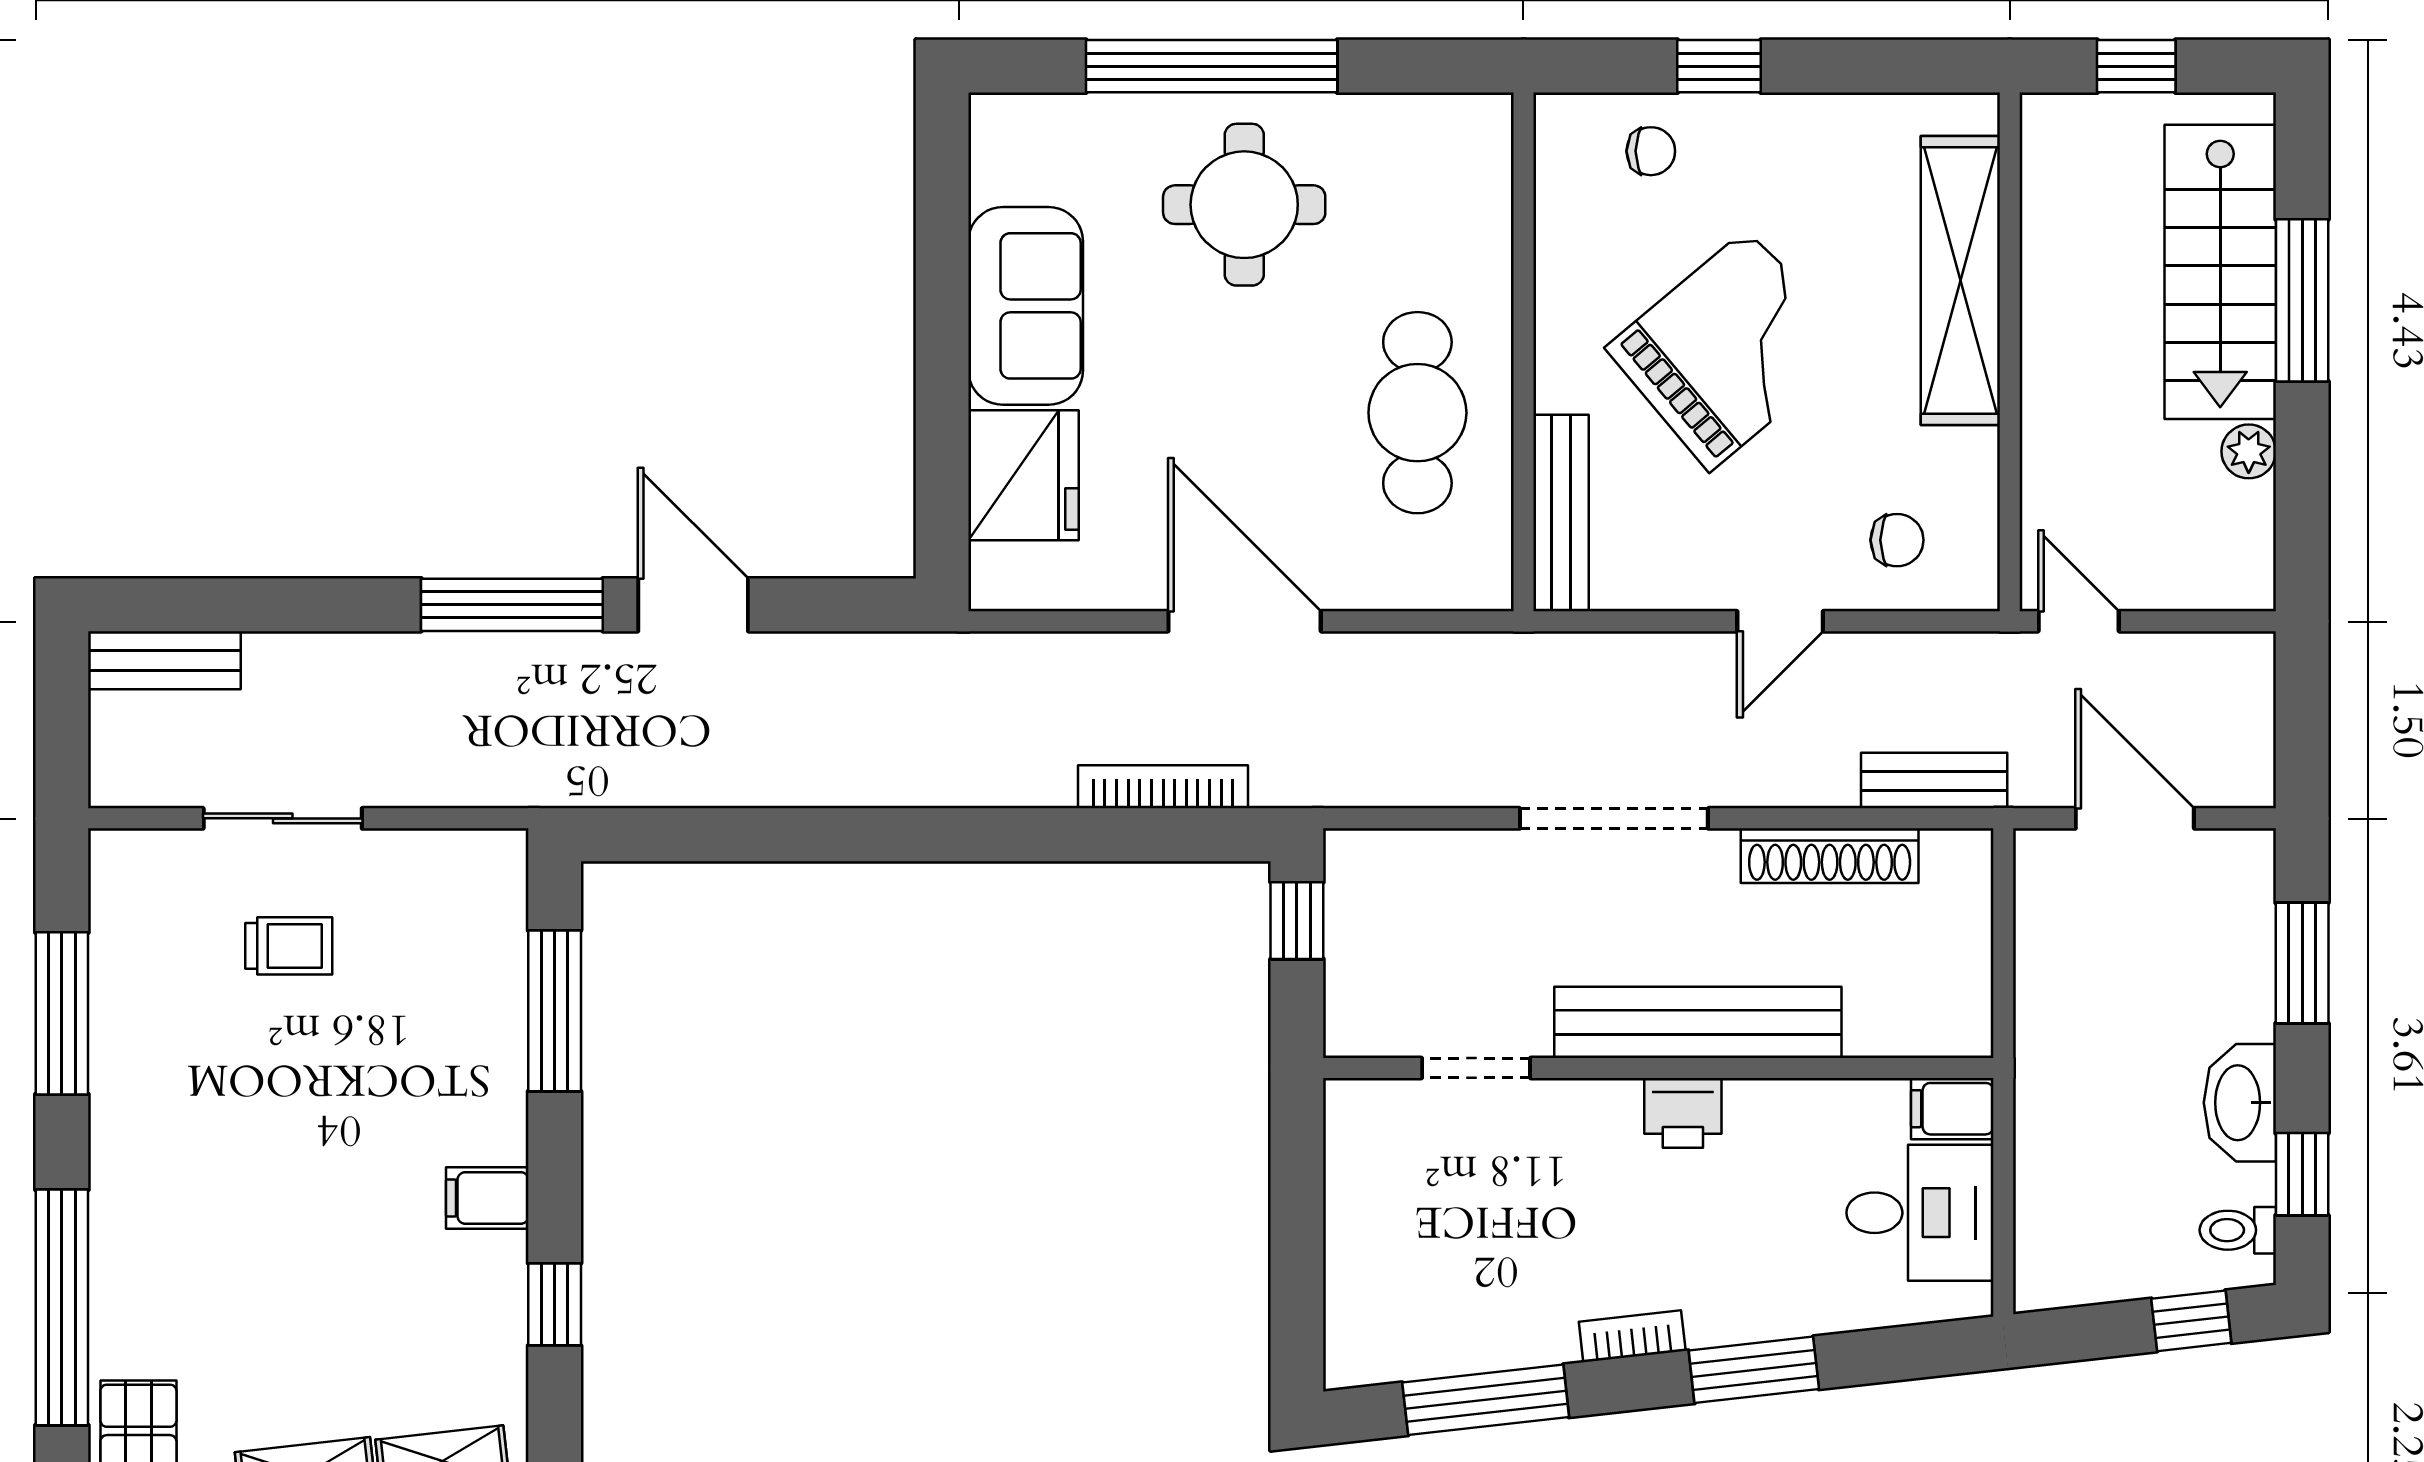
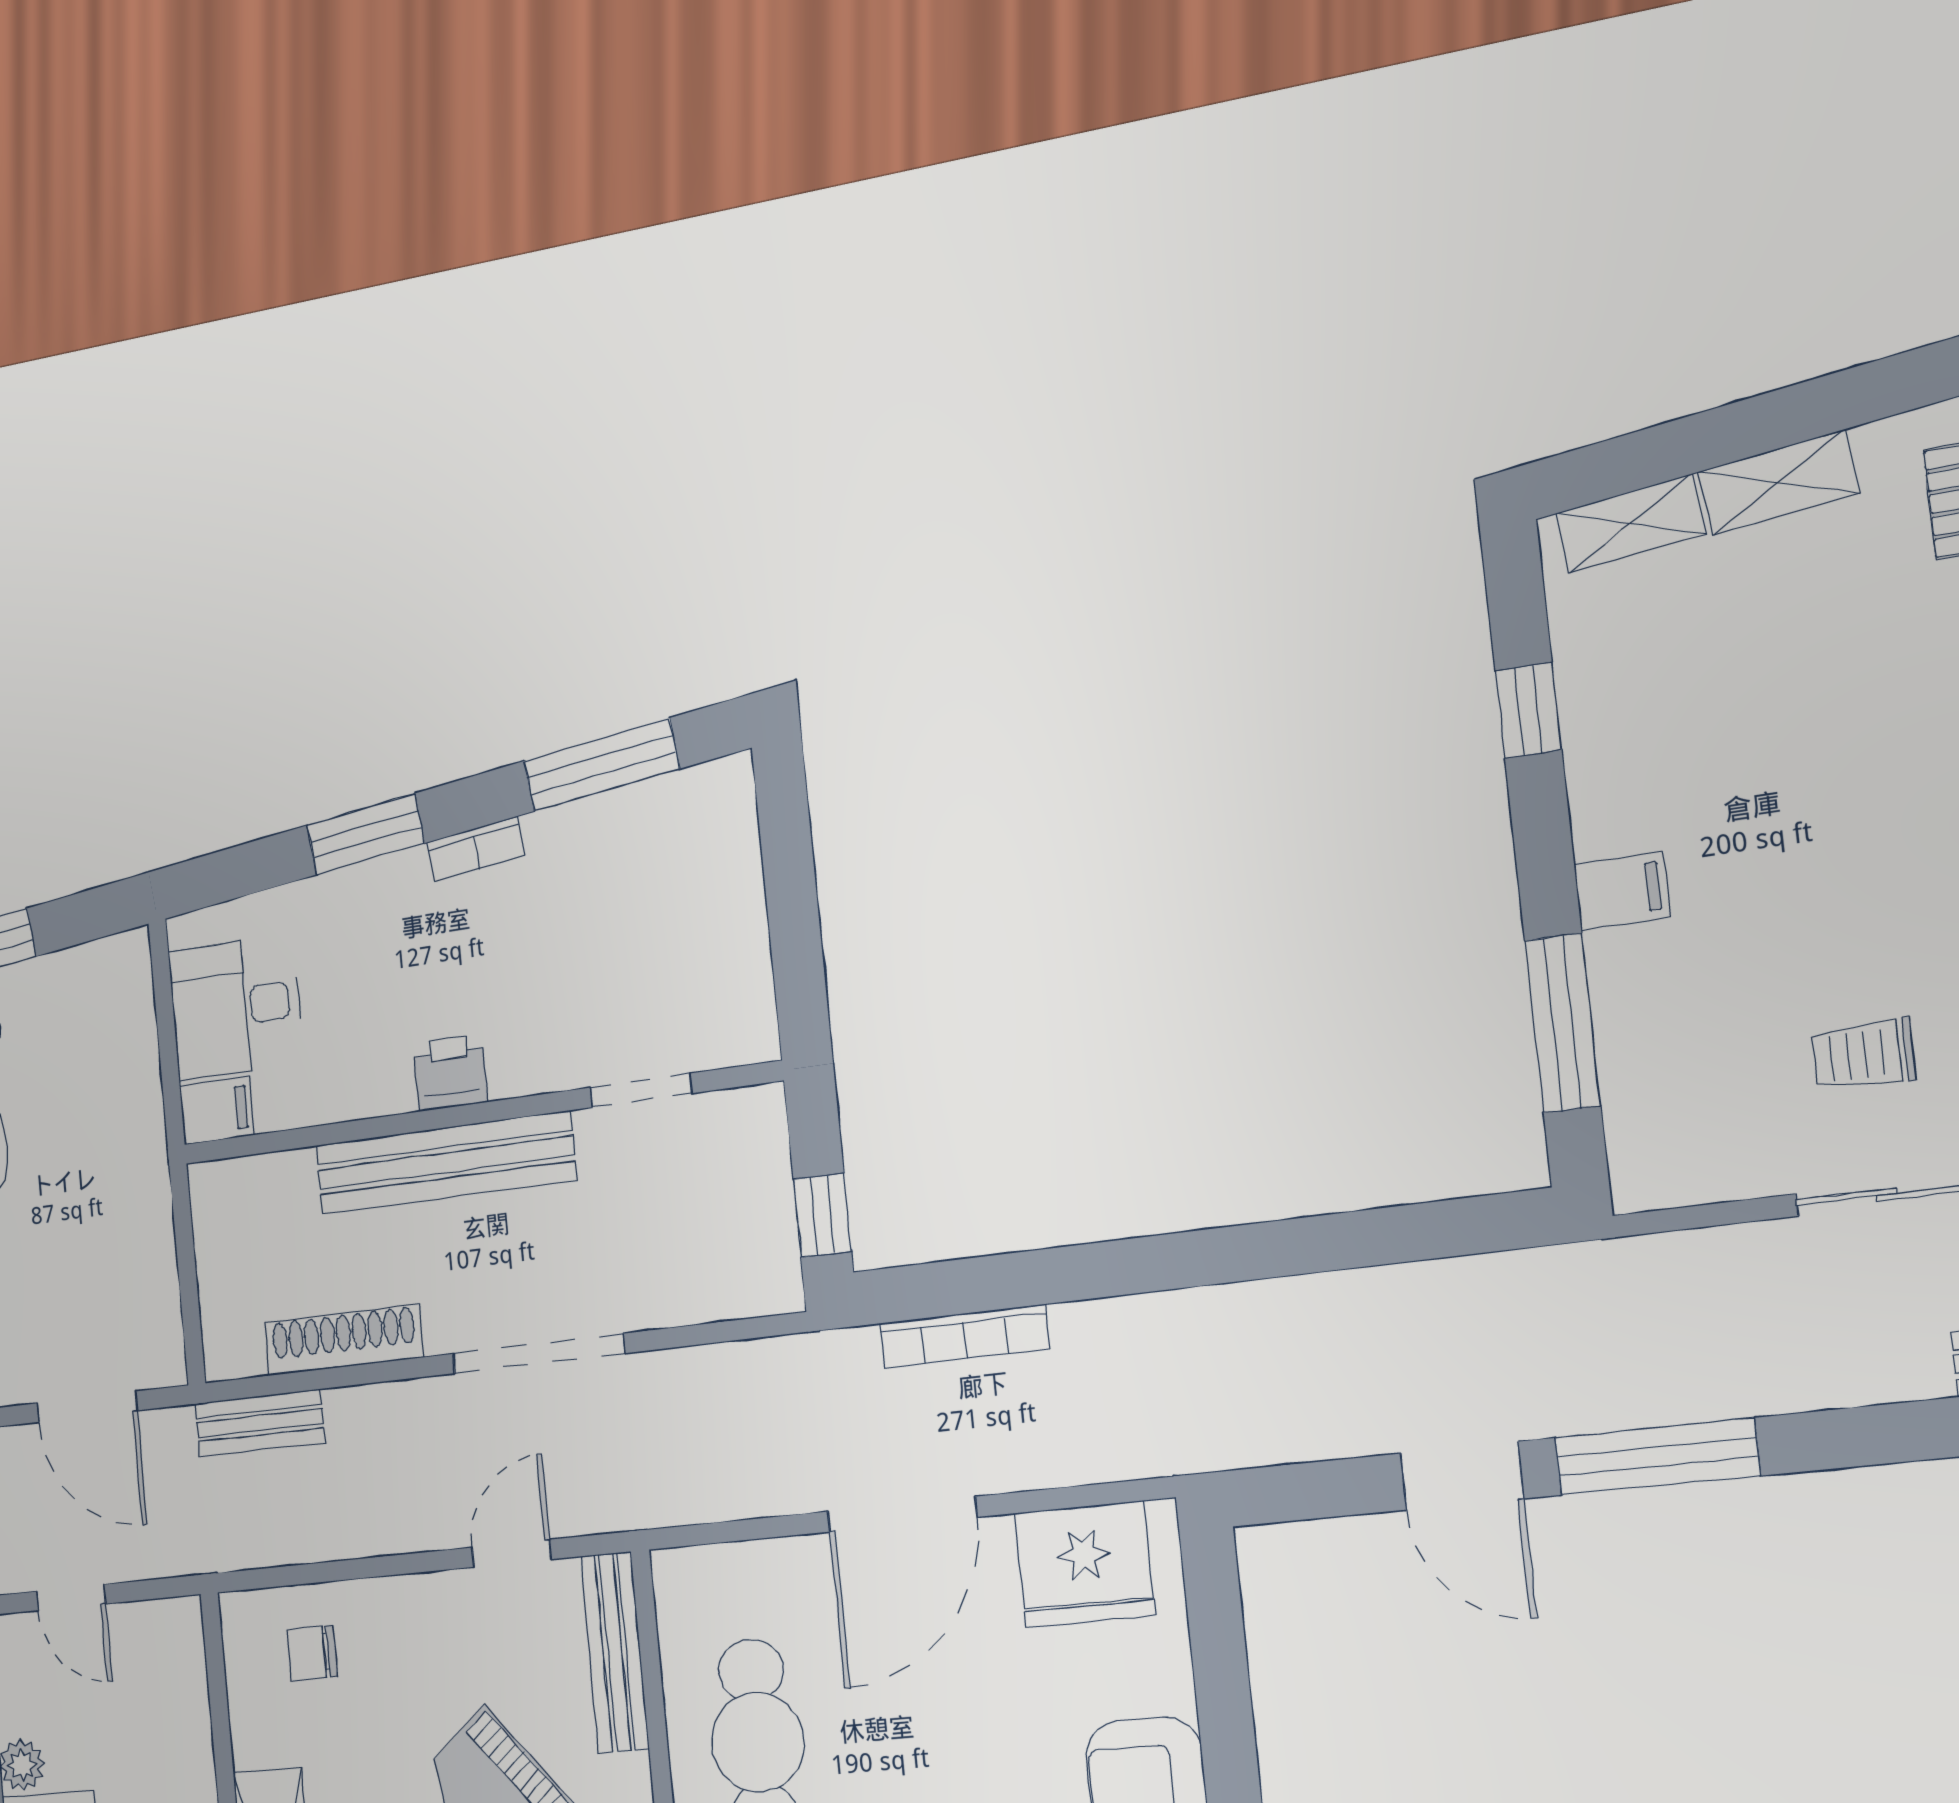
fridge: (1024, 475) -> (1085, 1564), moved, turned -90
door: (1245, 621) -> (902, 1514), hinge flipped
door: (1780, 621) -> (511, 1553), moved
door: (2079, 621) -> (71, 1598), moved
filing cabinet: (487, 1198) -> (1622, 891), moved

